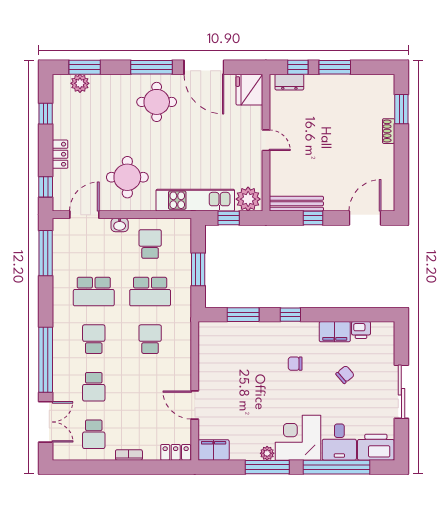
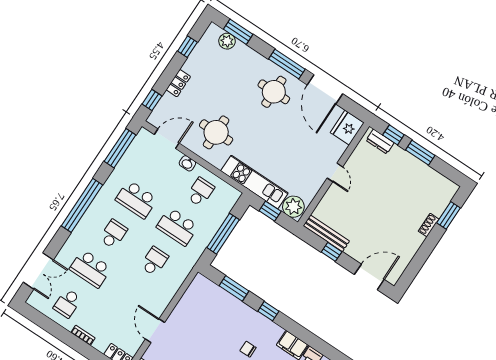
window: (198, 269) -> (223, 234), width x1.44
window: (46, 360) -> (82, 205), moved
school desk: (94, 387) -> (90, 269), width x1.85

